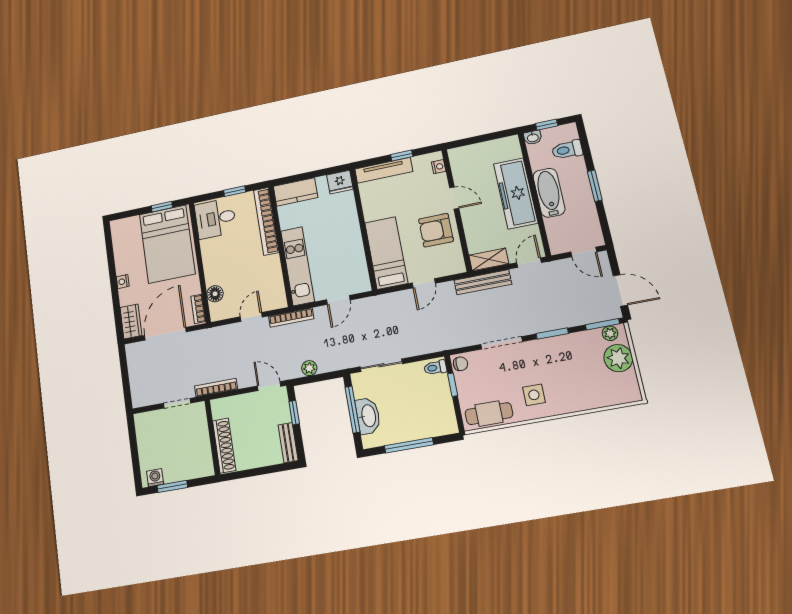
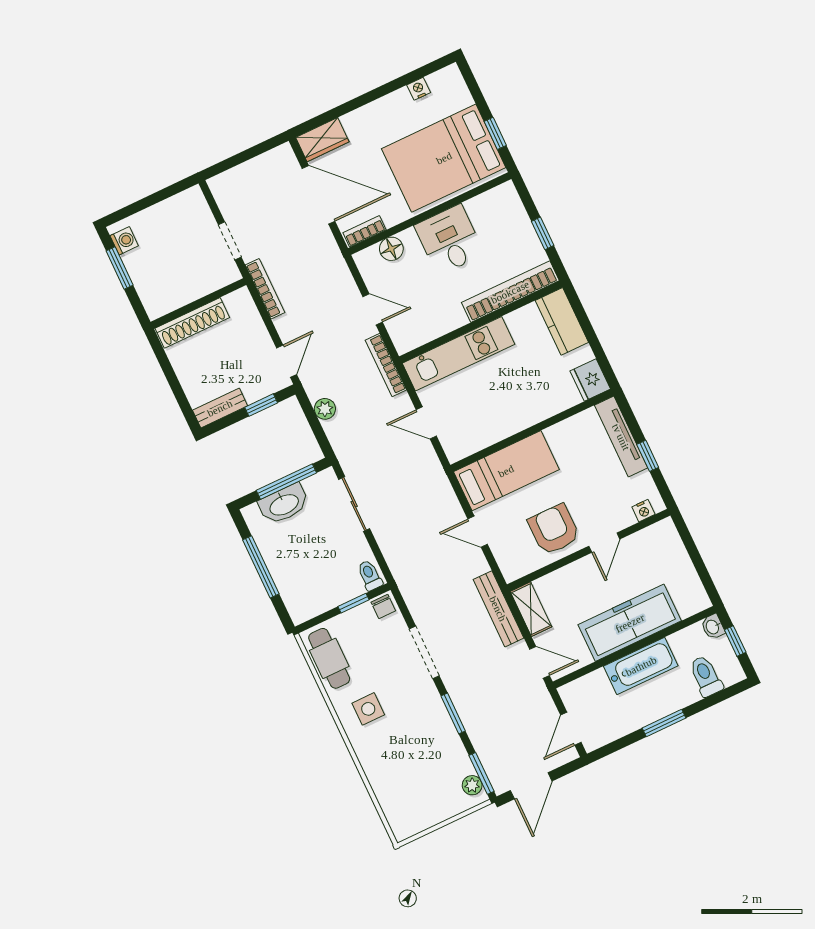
desk: (215, 218) -> (449, 240), moved
nightstand: (123, 282) -> (419, 89), moved
plant: (618, 358) -> (443, 802), removed

